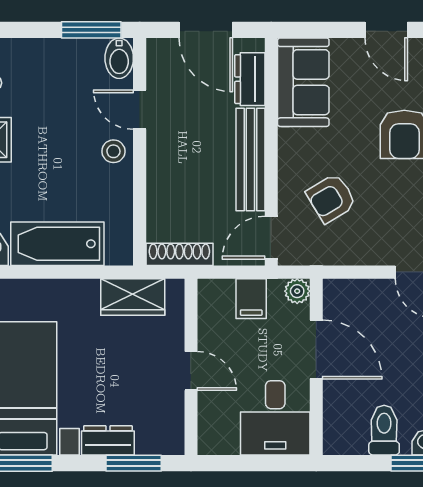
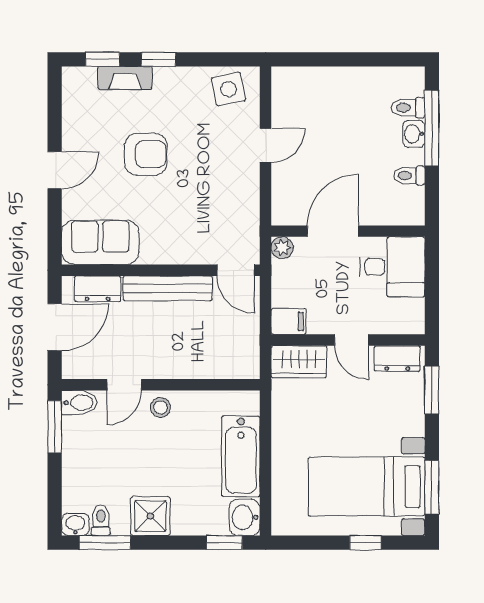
armchair: (331, 198) -> (201, 218), removed
shoe rack: (179, 254) -> (250, 350), removed
wardrobe: (133, 297) -> (299, 362), moved, turned 90
filing cabinet: (251, 299) -> (289, 321), moved
door: (191, 371) -> (352, 340), swing flipped
toilet: (384, 430) -> (409, 176), width x0.73, depth x0.72
dresser: (108, 440) -> (397, 358), moved, turned -90

